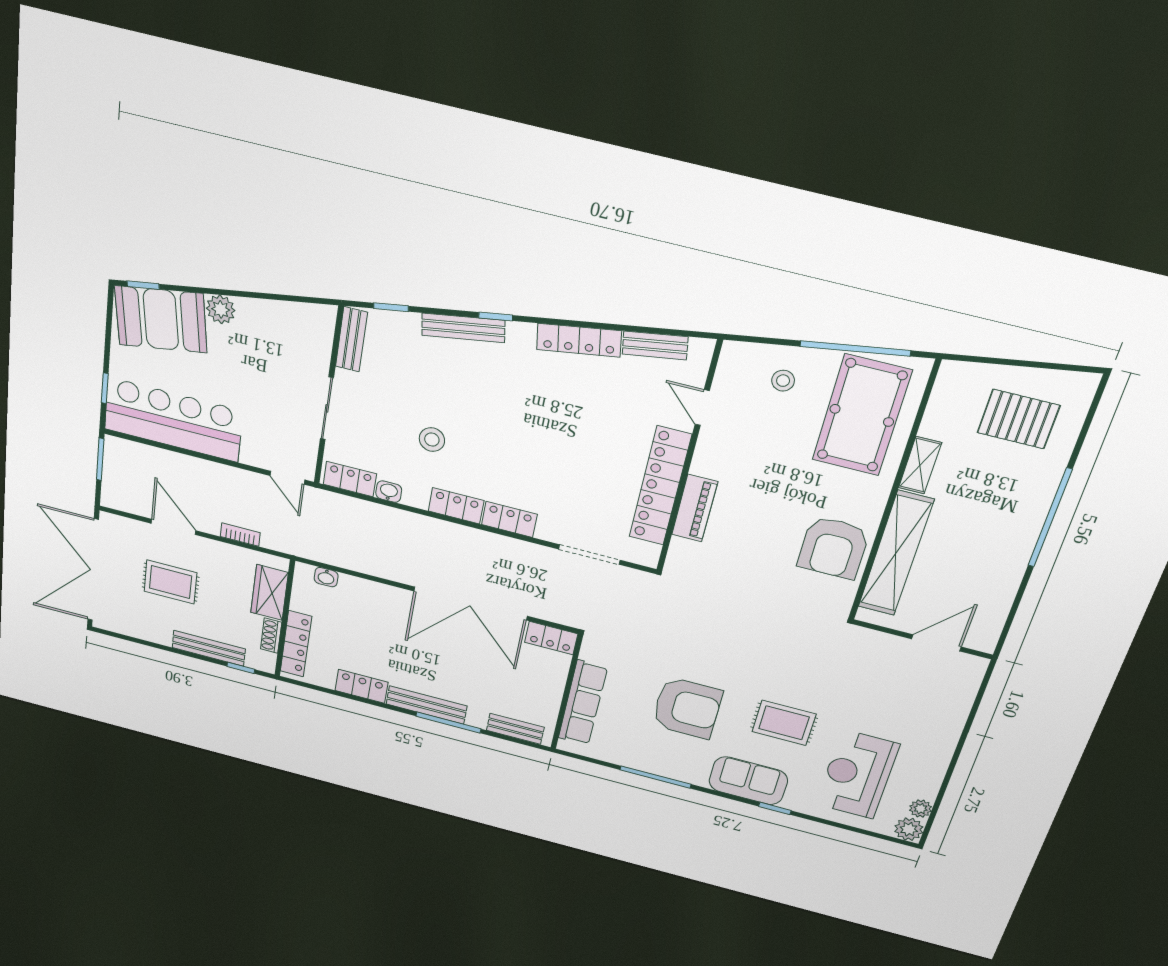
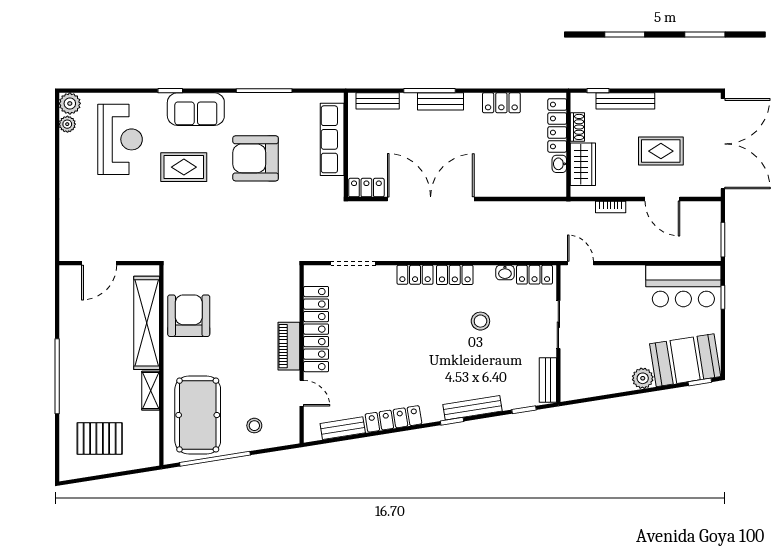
bar counter: (173, 420) -> (683, 286), width x0.73
piano: (695, 508) -> (289, 346), moved
washbasin: (326, 577) -> (559, 164), moved, turned -90
bench: (427, 705) -> (440, 101), width x0.73

